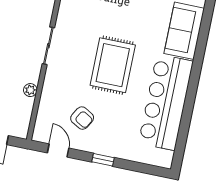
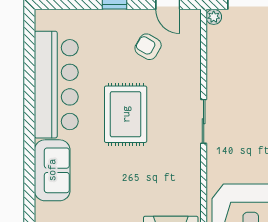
plant: (30, 90) -> (214, 17), moved

